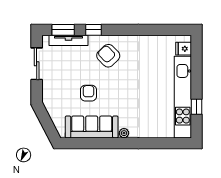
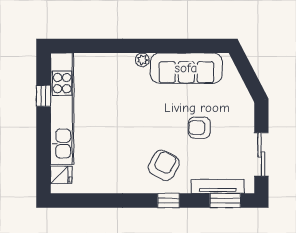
window: (94, 30) -> (169, 201), moved
armchair: (108, 56) -> (164, 165), turned -107
armchair: (88, 93) -> (199, 128), moved, turned 90

